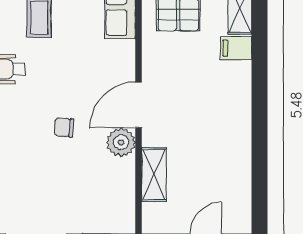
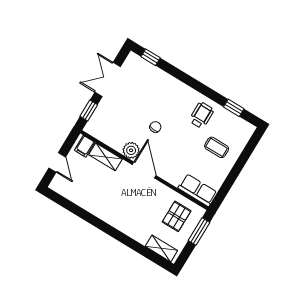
filing cabinet: (236, 48) -> (85, 146), moved, turned 180

